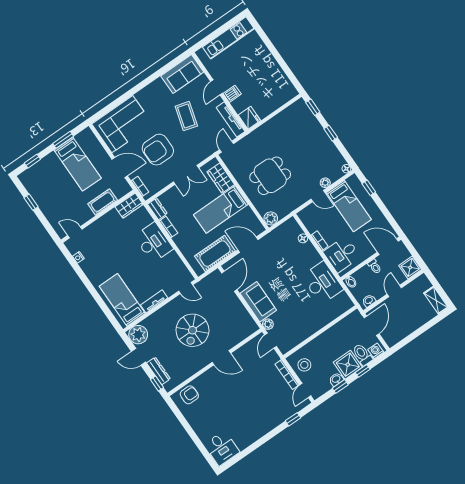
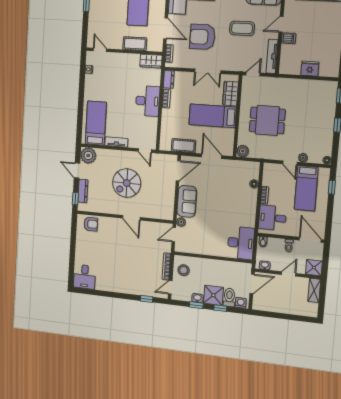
coffee table: (186, 116) -> (242, 28), turned 74
fridge: (249, 118) -> (310, 69), moved, turned -90
cot: (215, 254) -> (184, 146), width x0.73, depth x0.75
desk: (322, 283) -> (241, 243), moved
shelving: (436, 300) -> (314, 290), moved

